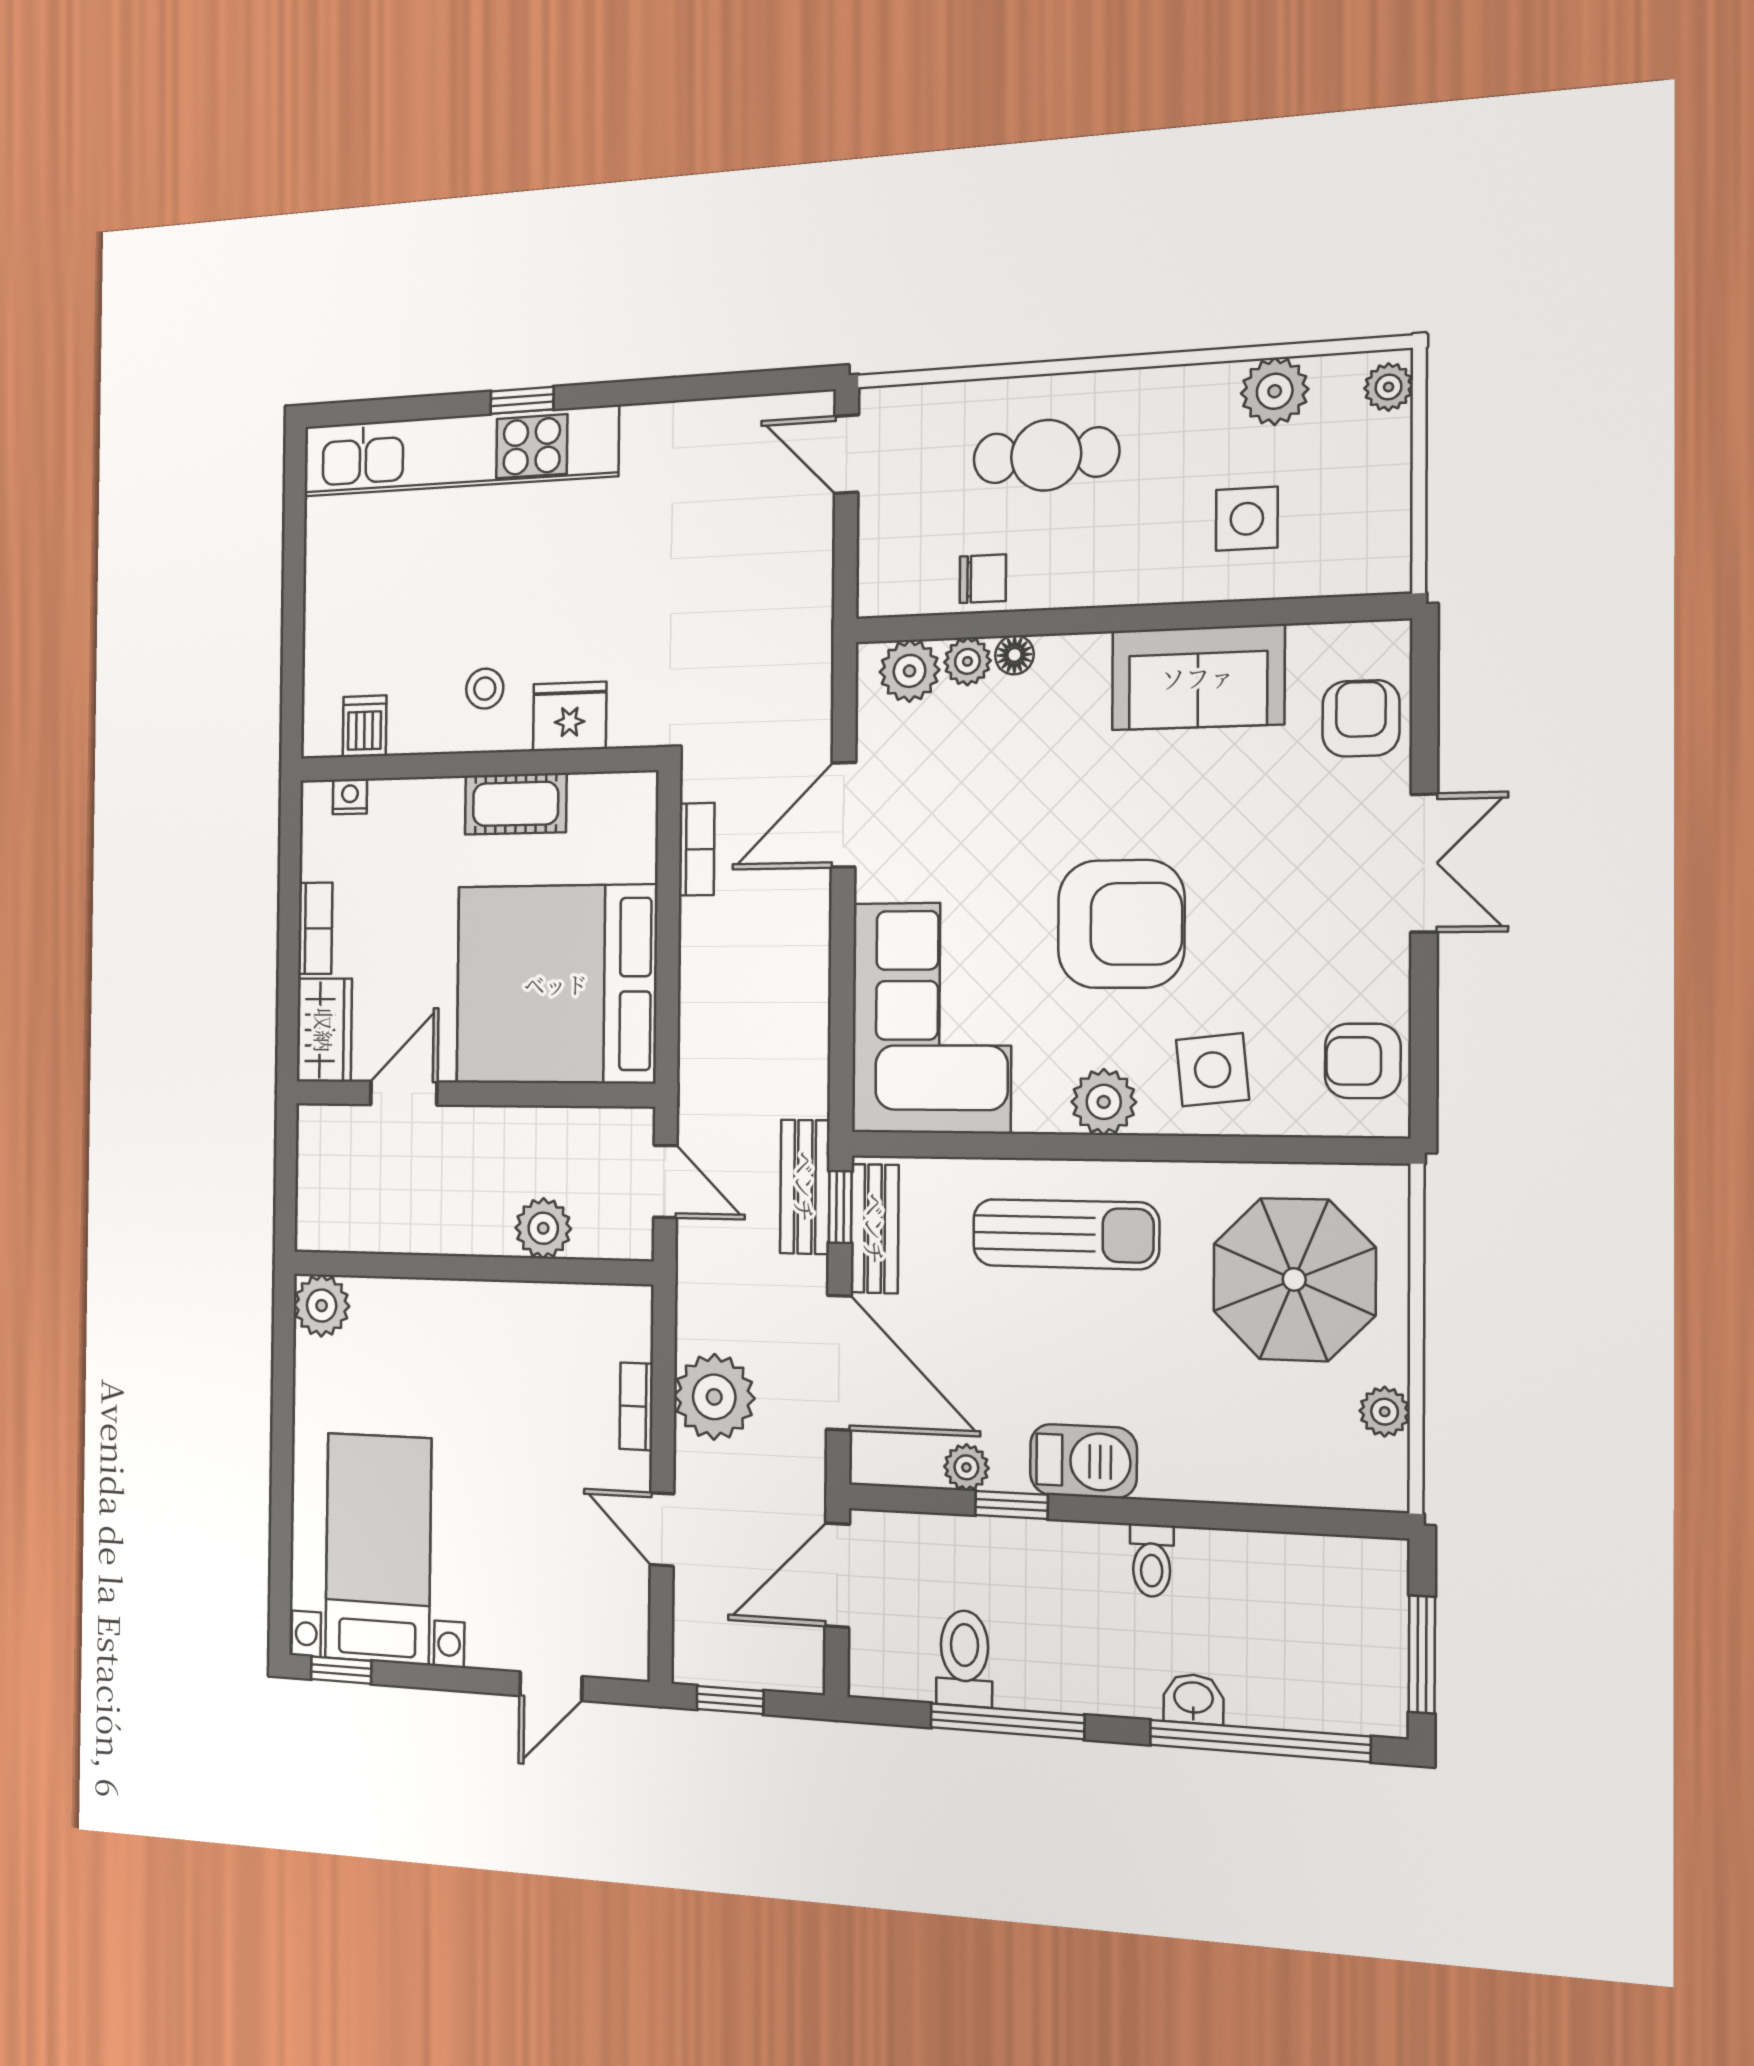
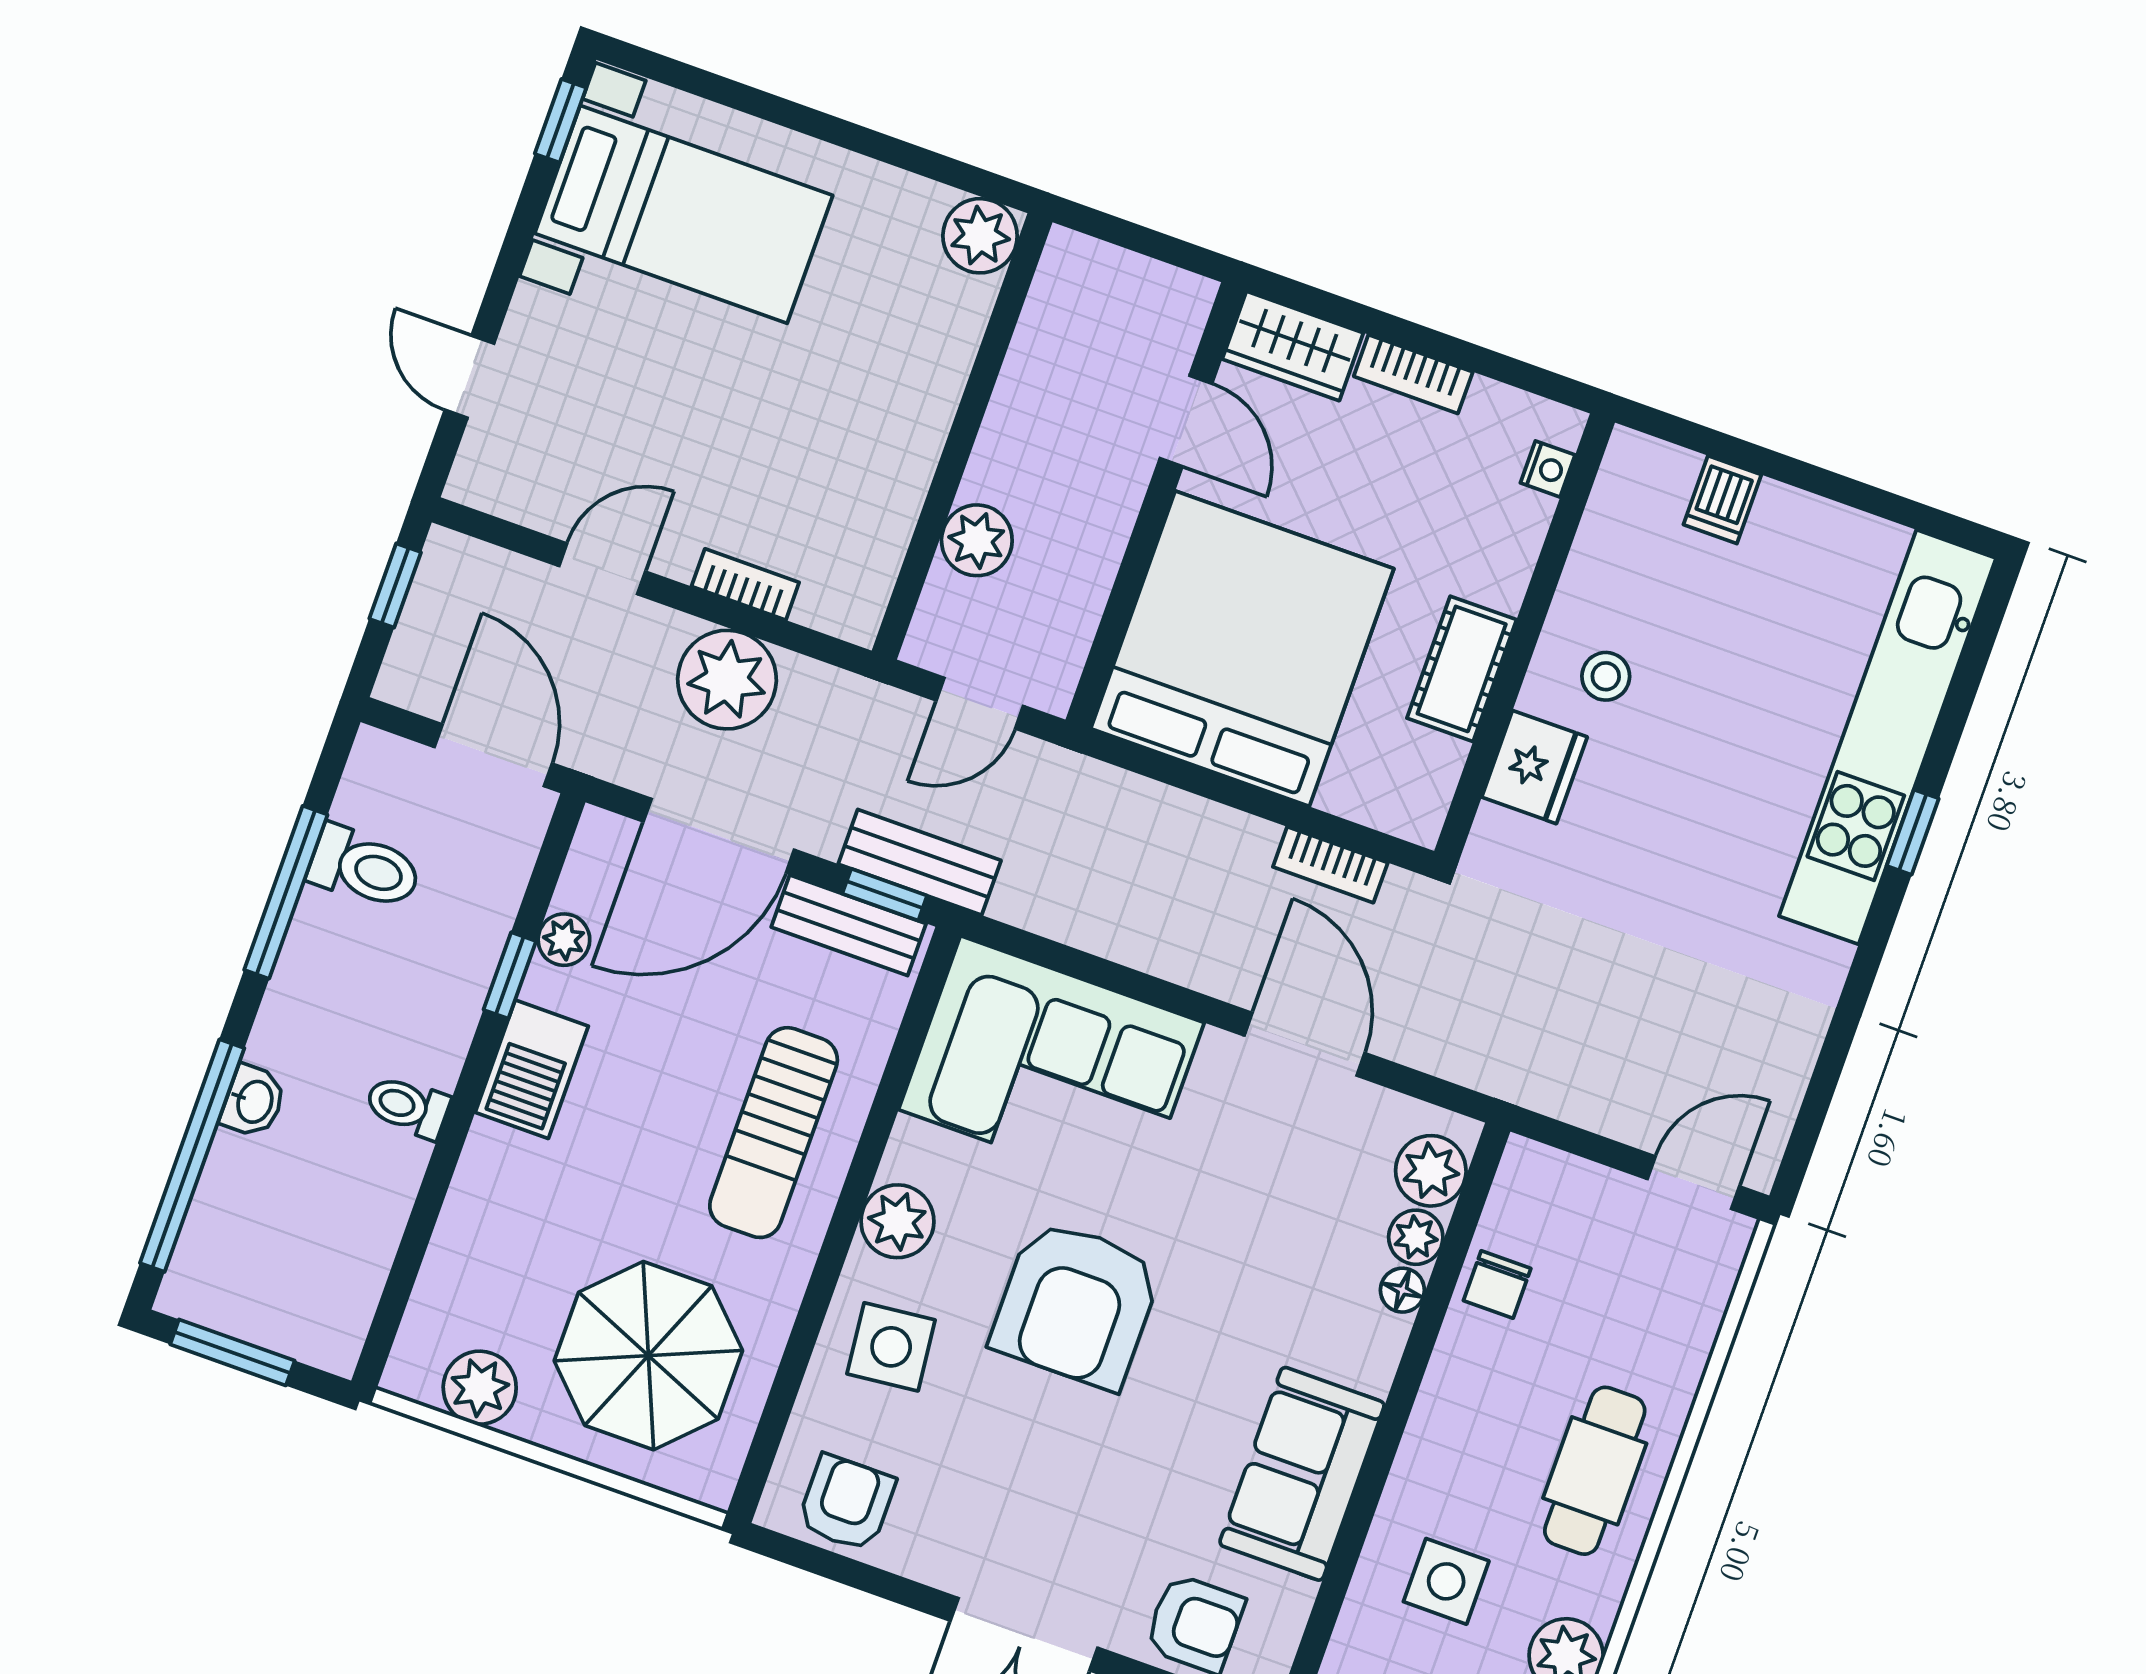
cafe table: (1046, 455) -> (1595, 1471), moved
dishwasher: (365, 726) -> (1722, 500), moved, turned 90
plant: (1385, 1412) -> (480, 1388), width x1.38, depth x1.38

